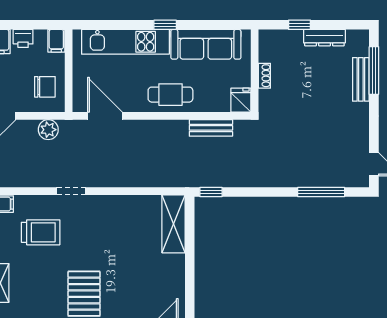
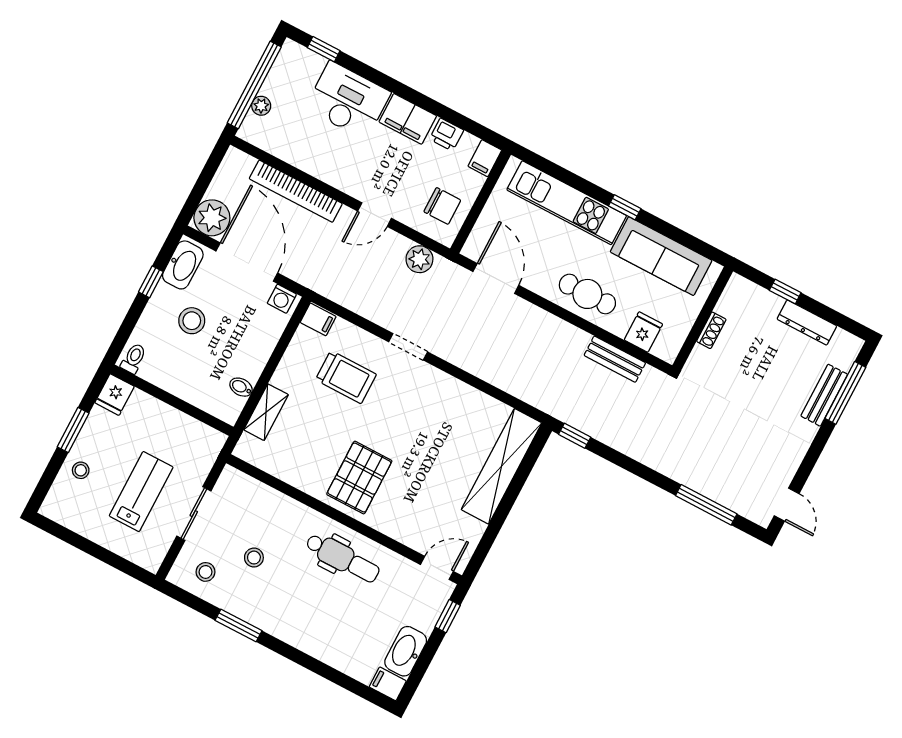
fridge: (241, 100) -> (643, 332), moved
shelving: (173, 224) -> (501, 466), width x1.47

